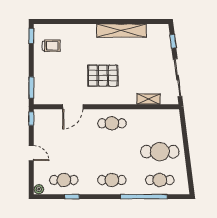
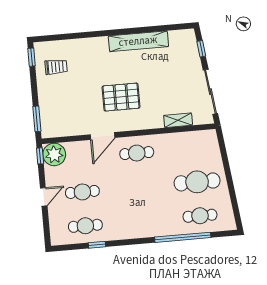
door: (73, 107) -> (103, 136), moved
door: (31, 153) -> (44, 197), hinge flipped
cafe table: (112, 180) -> (82, 192), moved
plant: (39, 189) -> (54, 154), moved, width x1.88, depth x1.88

